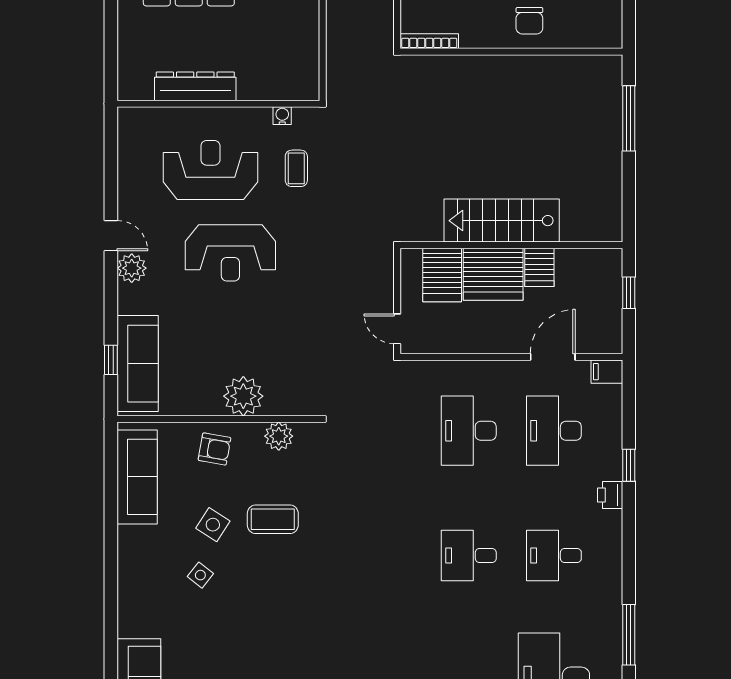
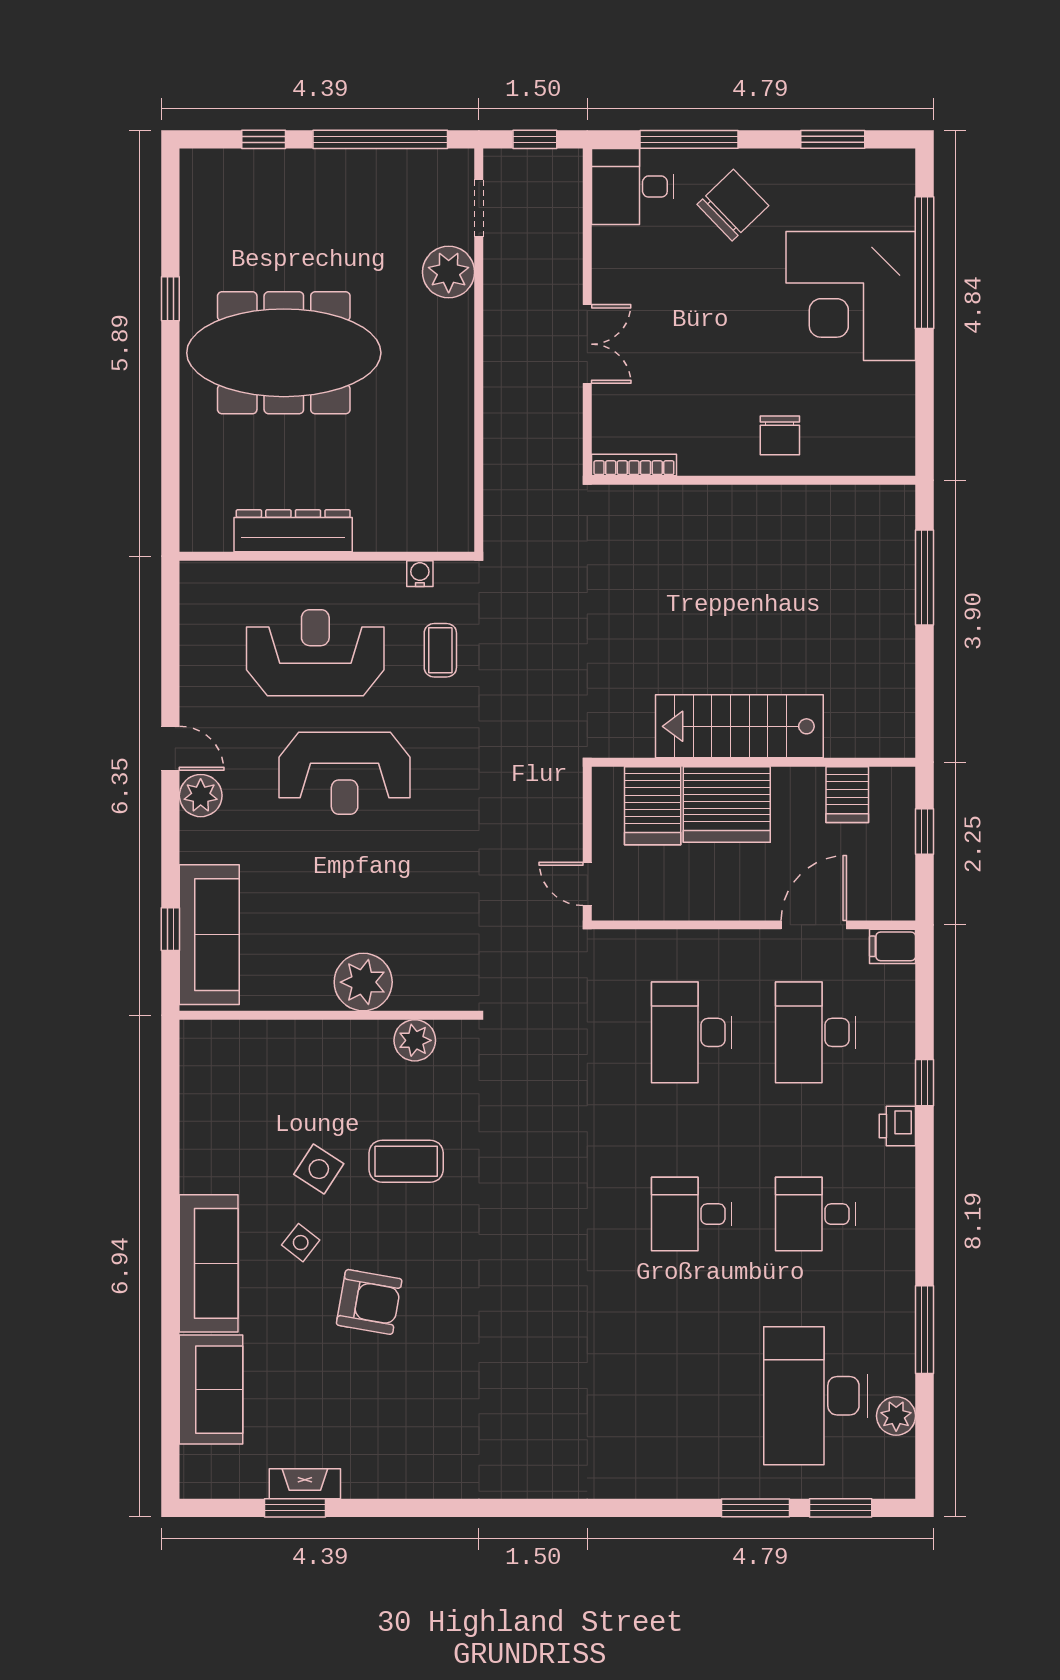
server rack: (539, 267) -> (847, 795), moved
armchair: (214, 449) -> (369, 1302), moved, width x1.38, depth x1.38
sofa: (137, 477) -> (209, 1263), moved

